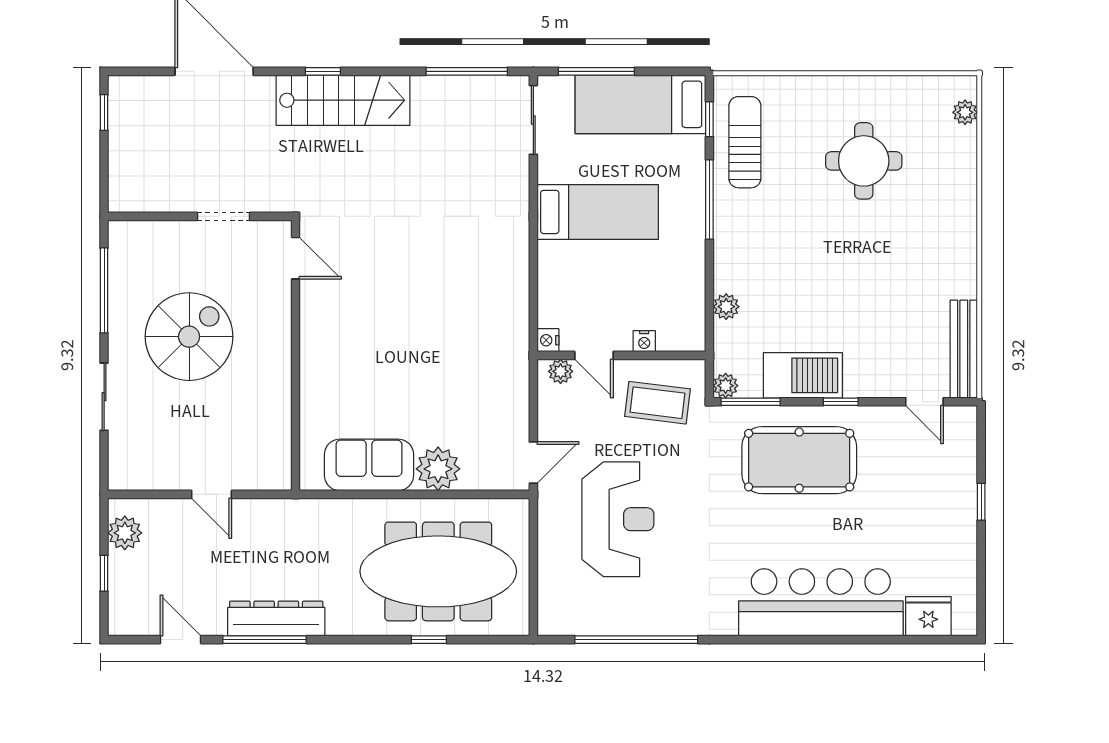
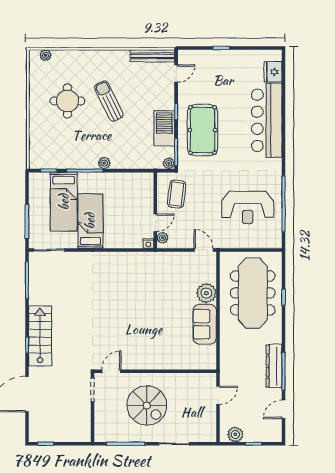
bed: (640, 104) -> (64, 202), moved
sun lounger: (745, 142) -> (109, 101), moved, turned 64
door: (296, 258) -> (111, 371), moved
plant: (726, 307) -> (104, 163), moved
spiral stairs: (189, 337) -> (147, 405), turned 180
nightstand: (644, 341) -> (149, 200), removed
wall: (296, 355) -> (155, 371), moved
reception desk: (618, 519) -> (248, 208), moved, turned 180

